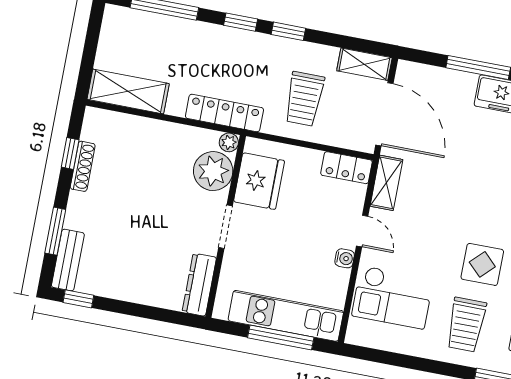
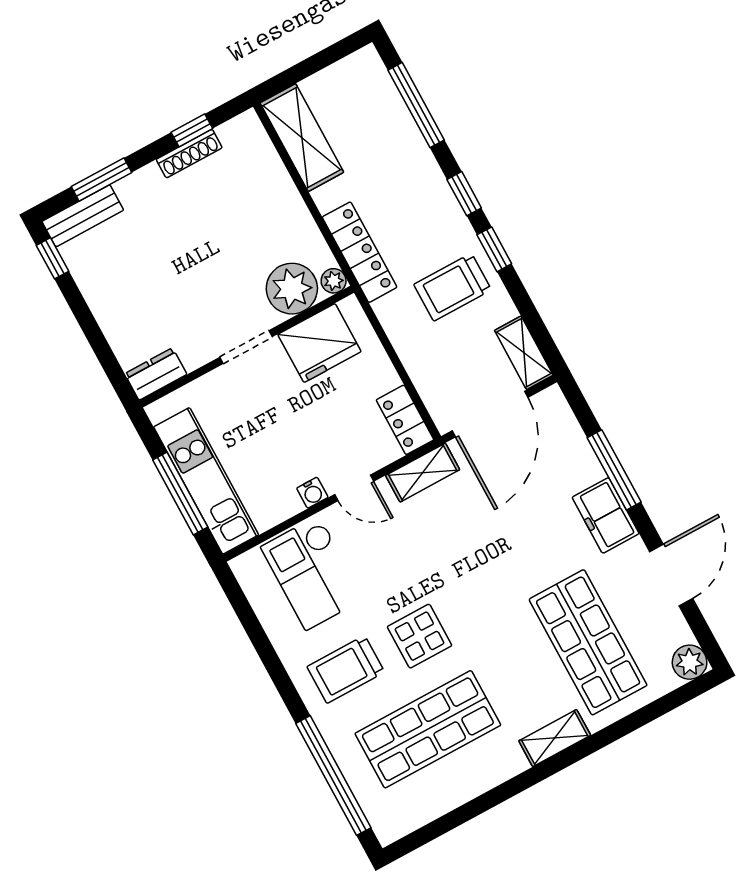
trolley: (304, 99) -> (453, 287), moved
door: (362, 231) -> (354, 488), hinge flipped
dresser: (199, 285) -> (156, 374), width x0.70

